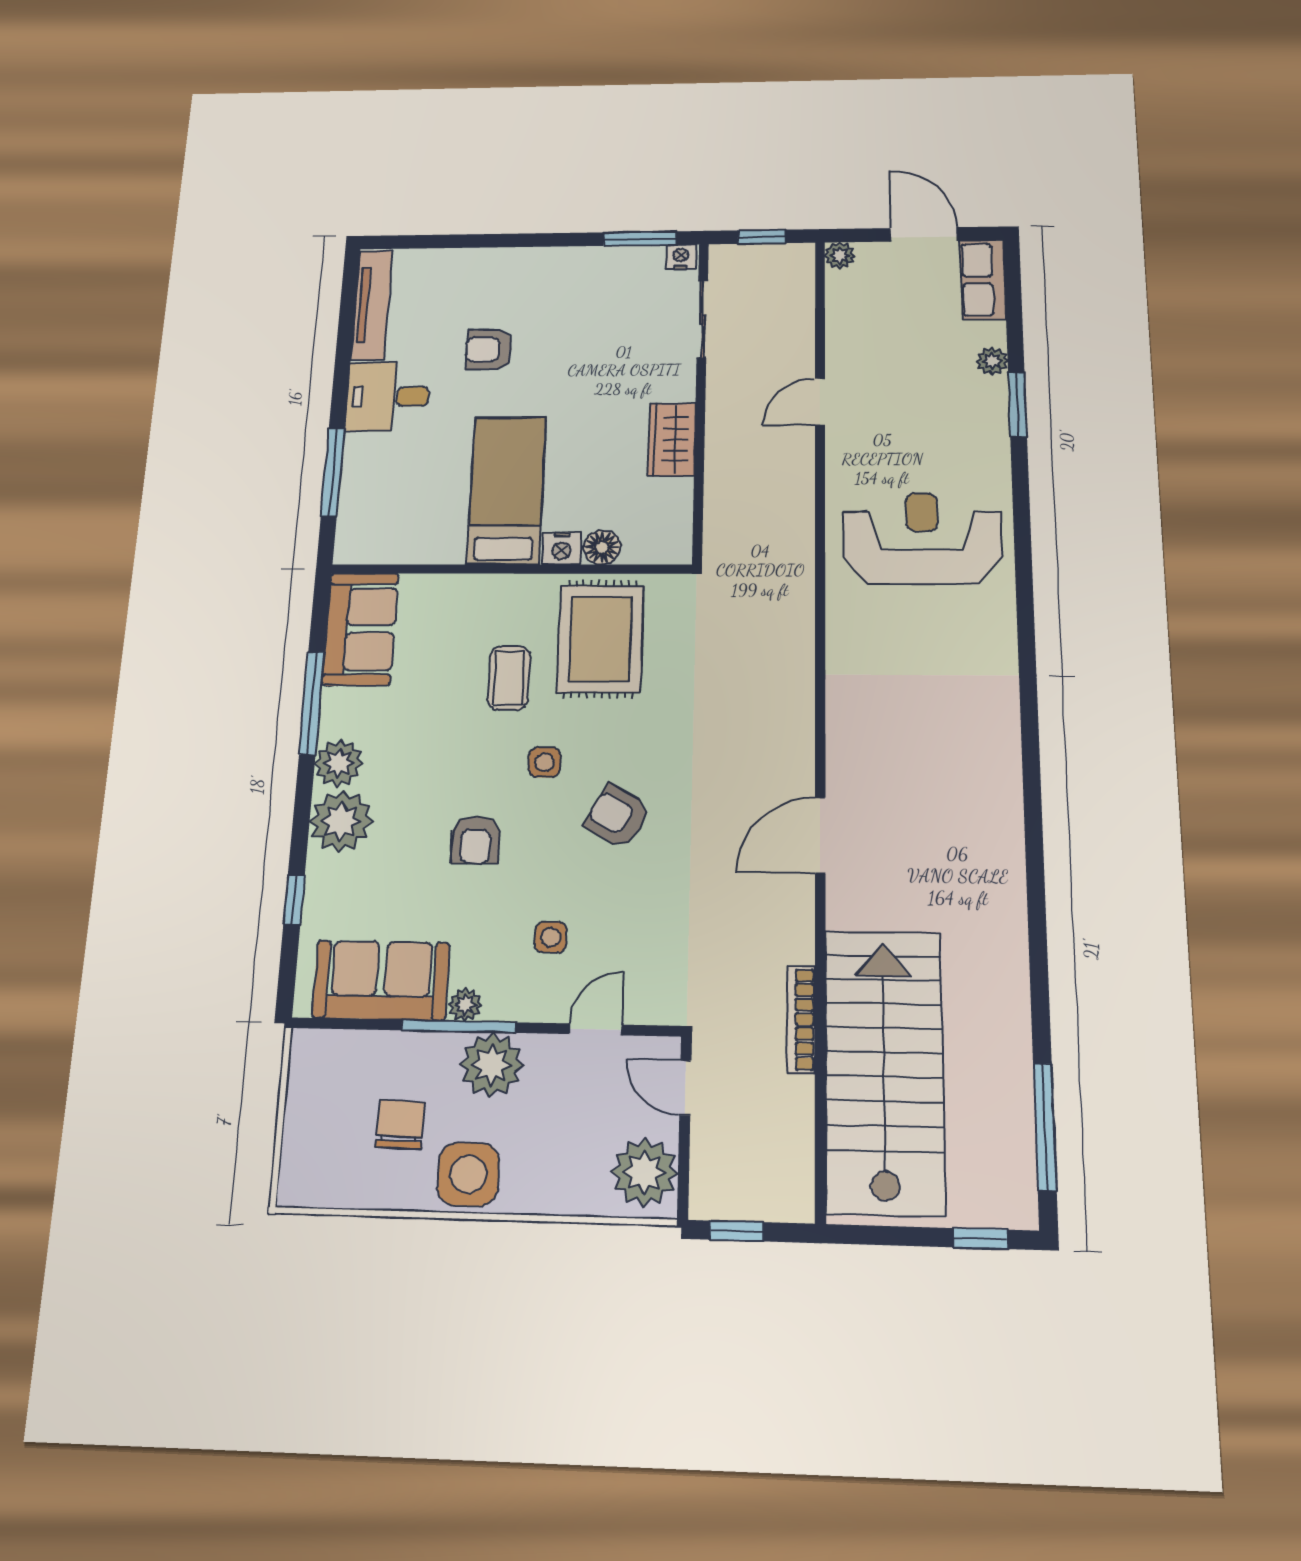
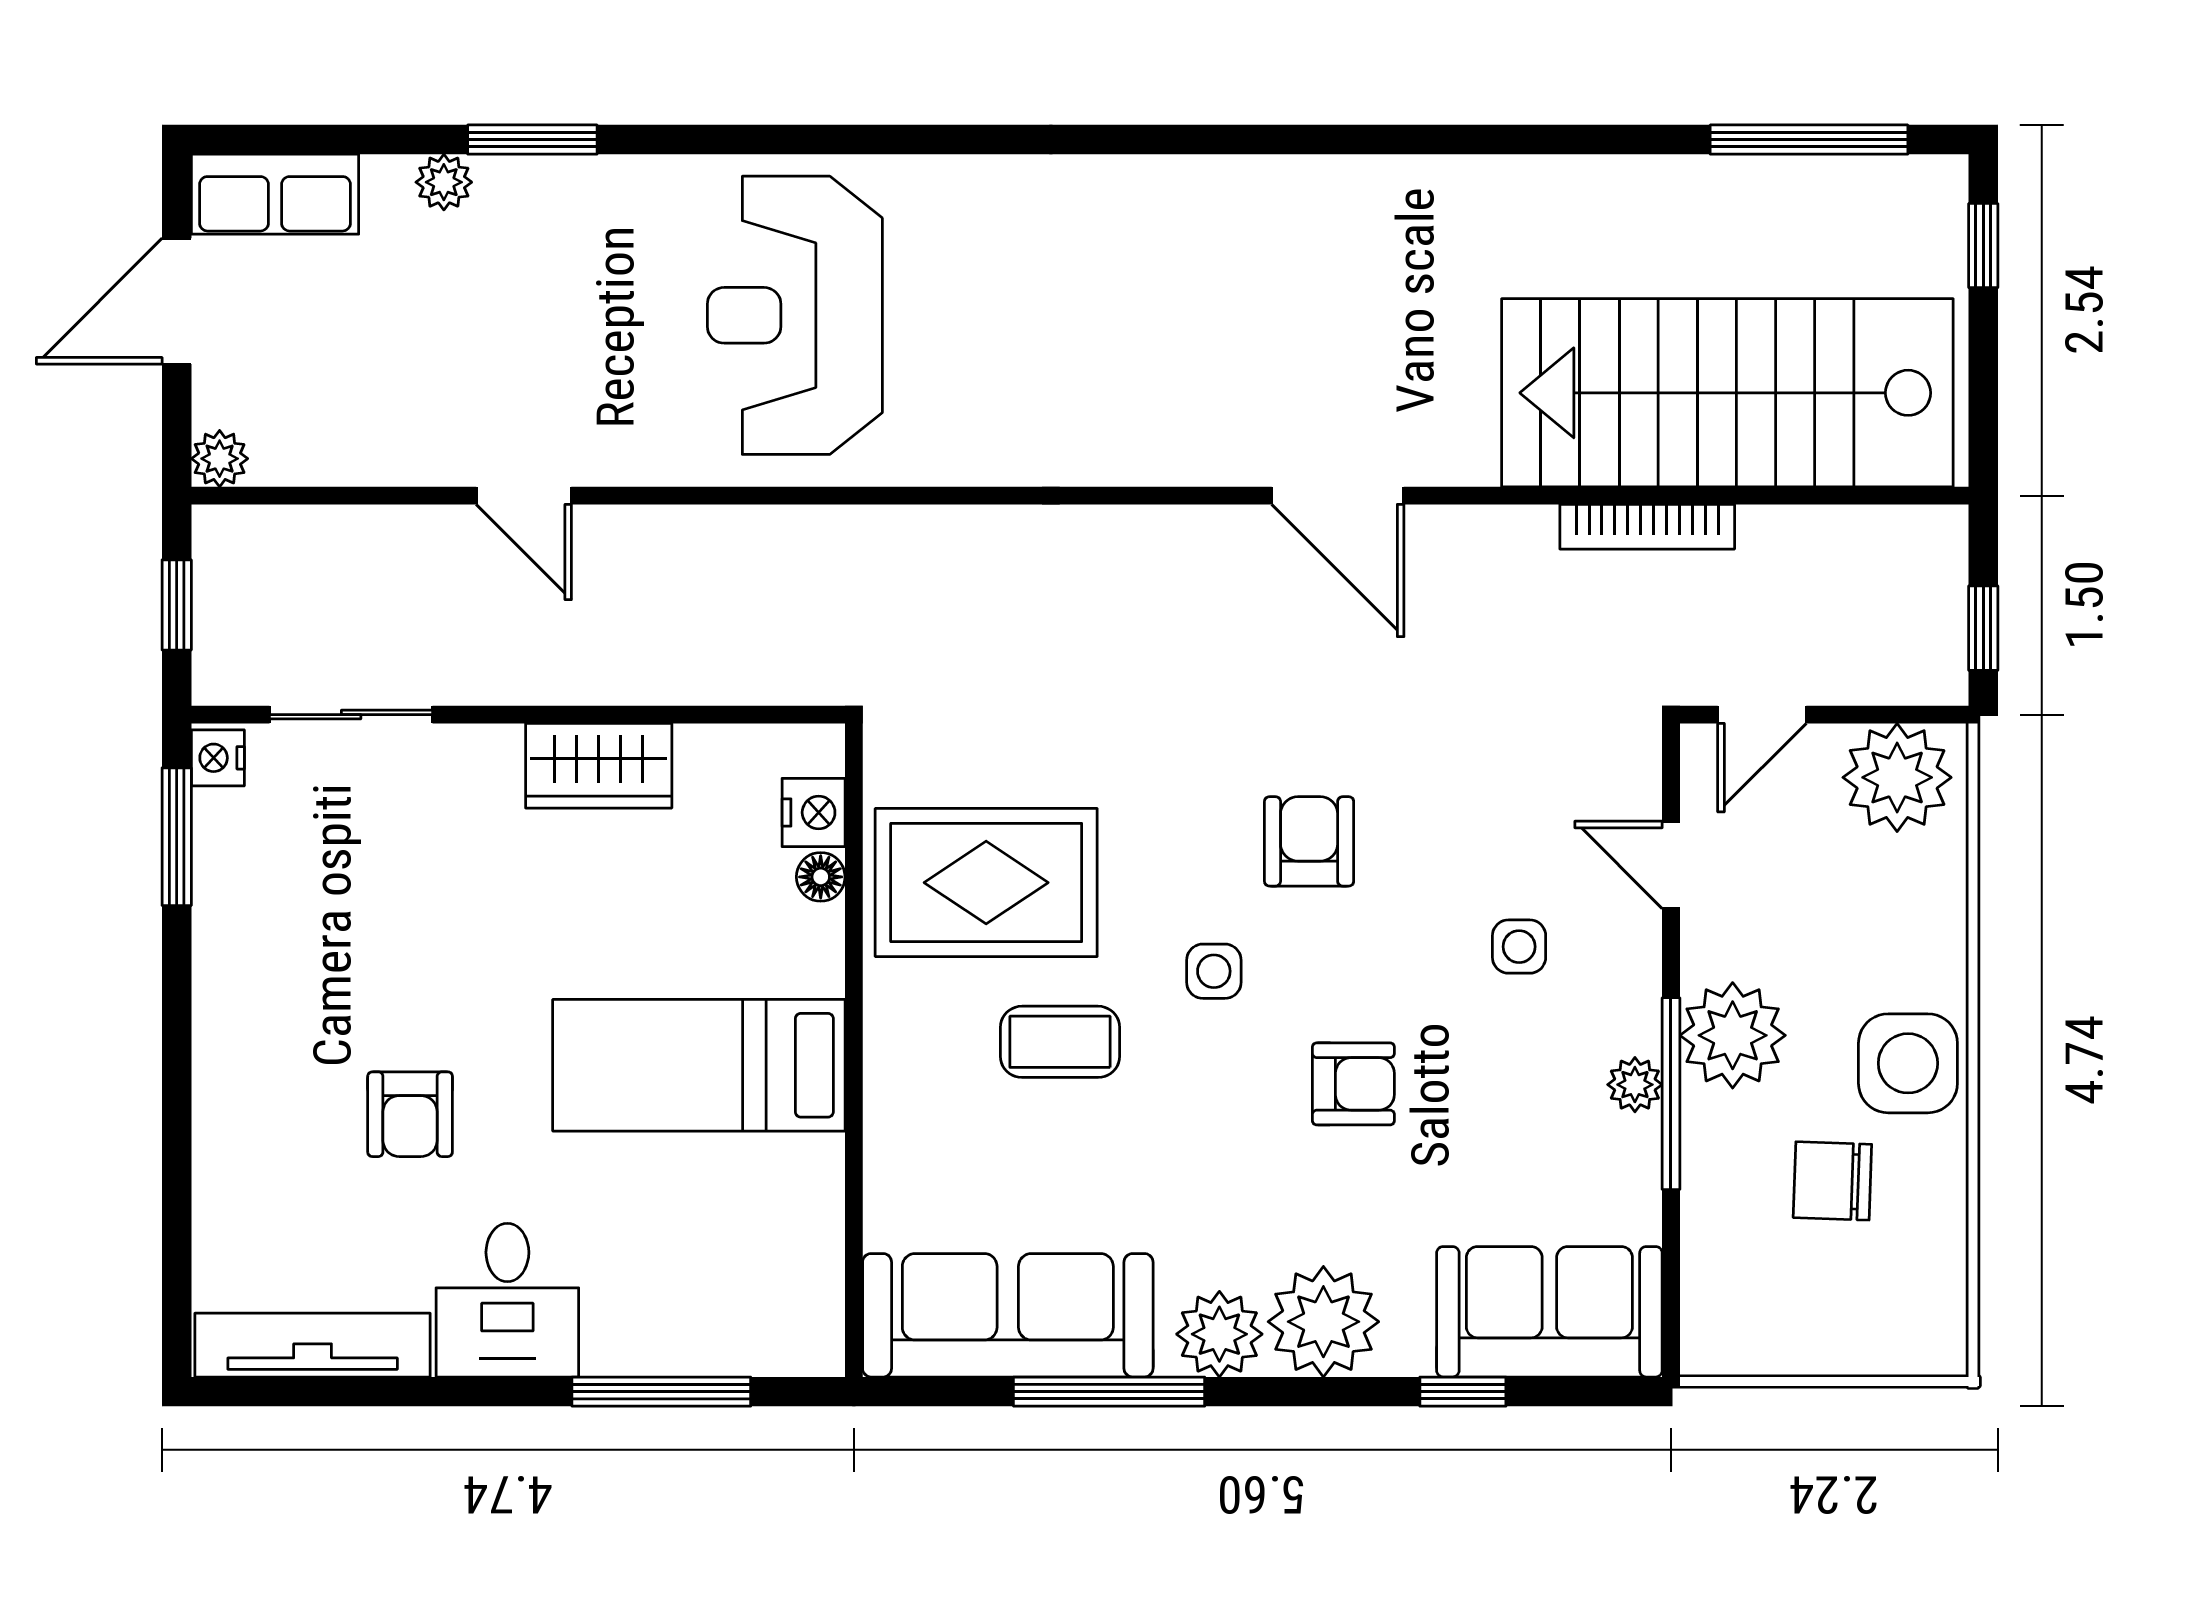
floor lamp: (602, 547) -> (821, 877), width x0.73, depth x0.73
nightstand: (561, 548) -> (814, 812), moved
sofa: (360, 629) -> (1008, 1315), width x1.36
armchair: (617, 816) -> (1309, 841), turned 151
sofa: (381, 980) -> (1549, 1312), moved, turned 90

